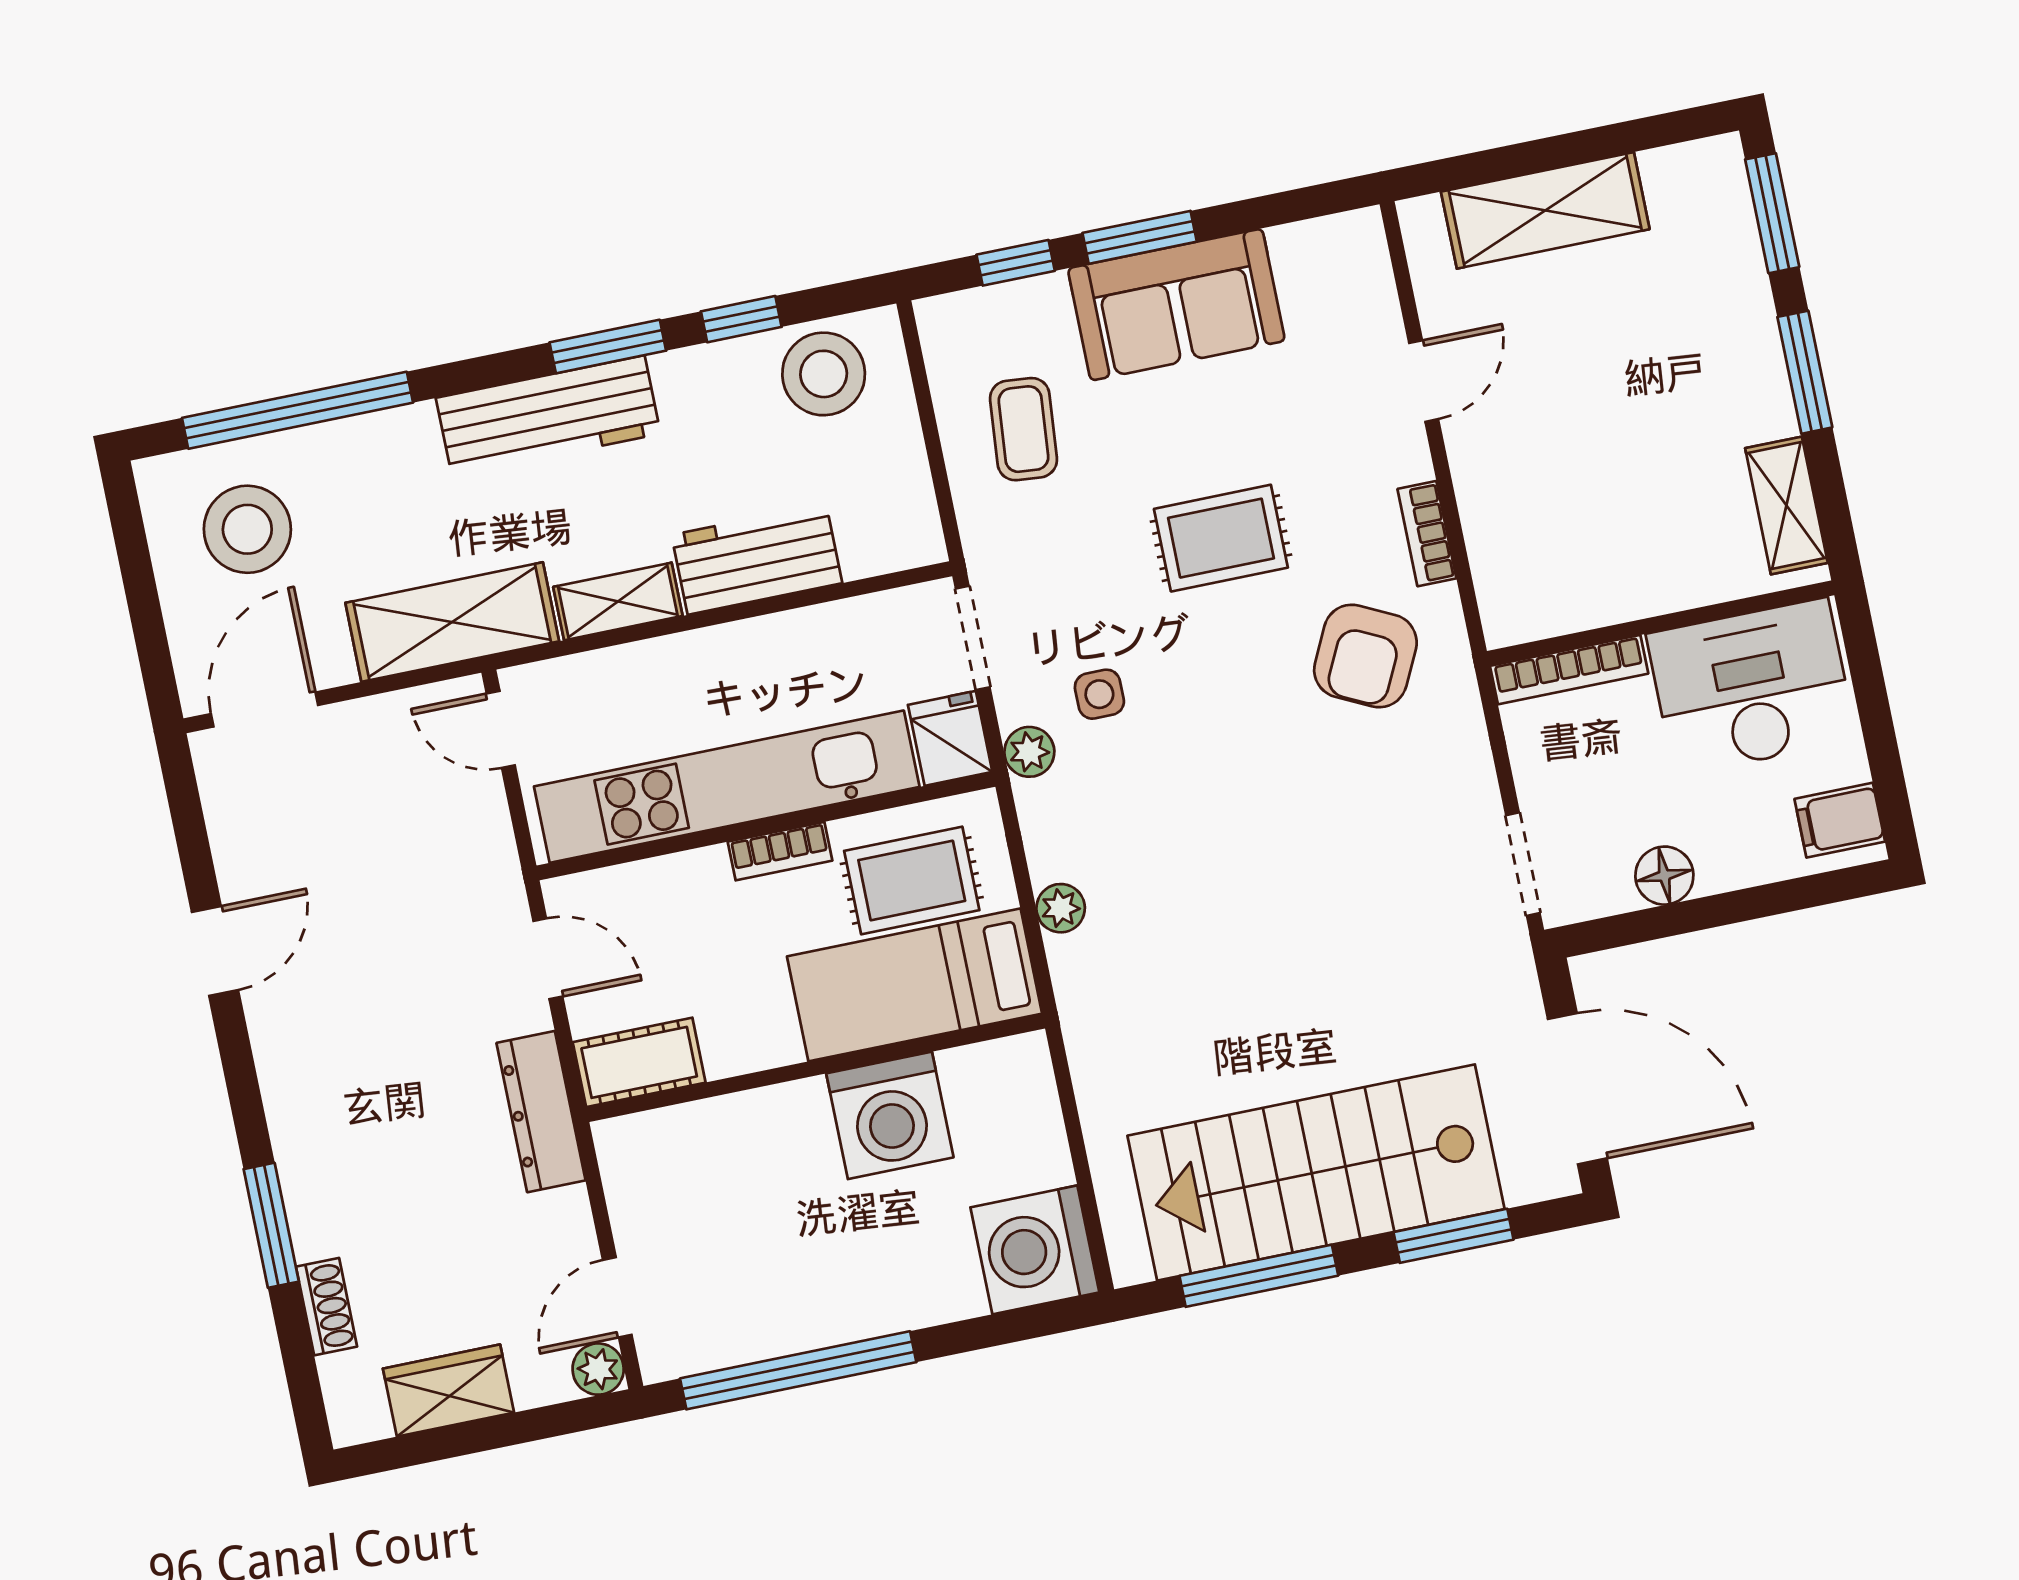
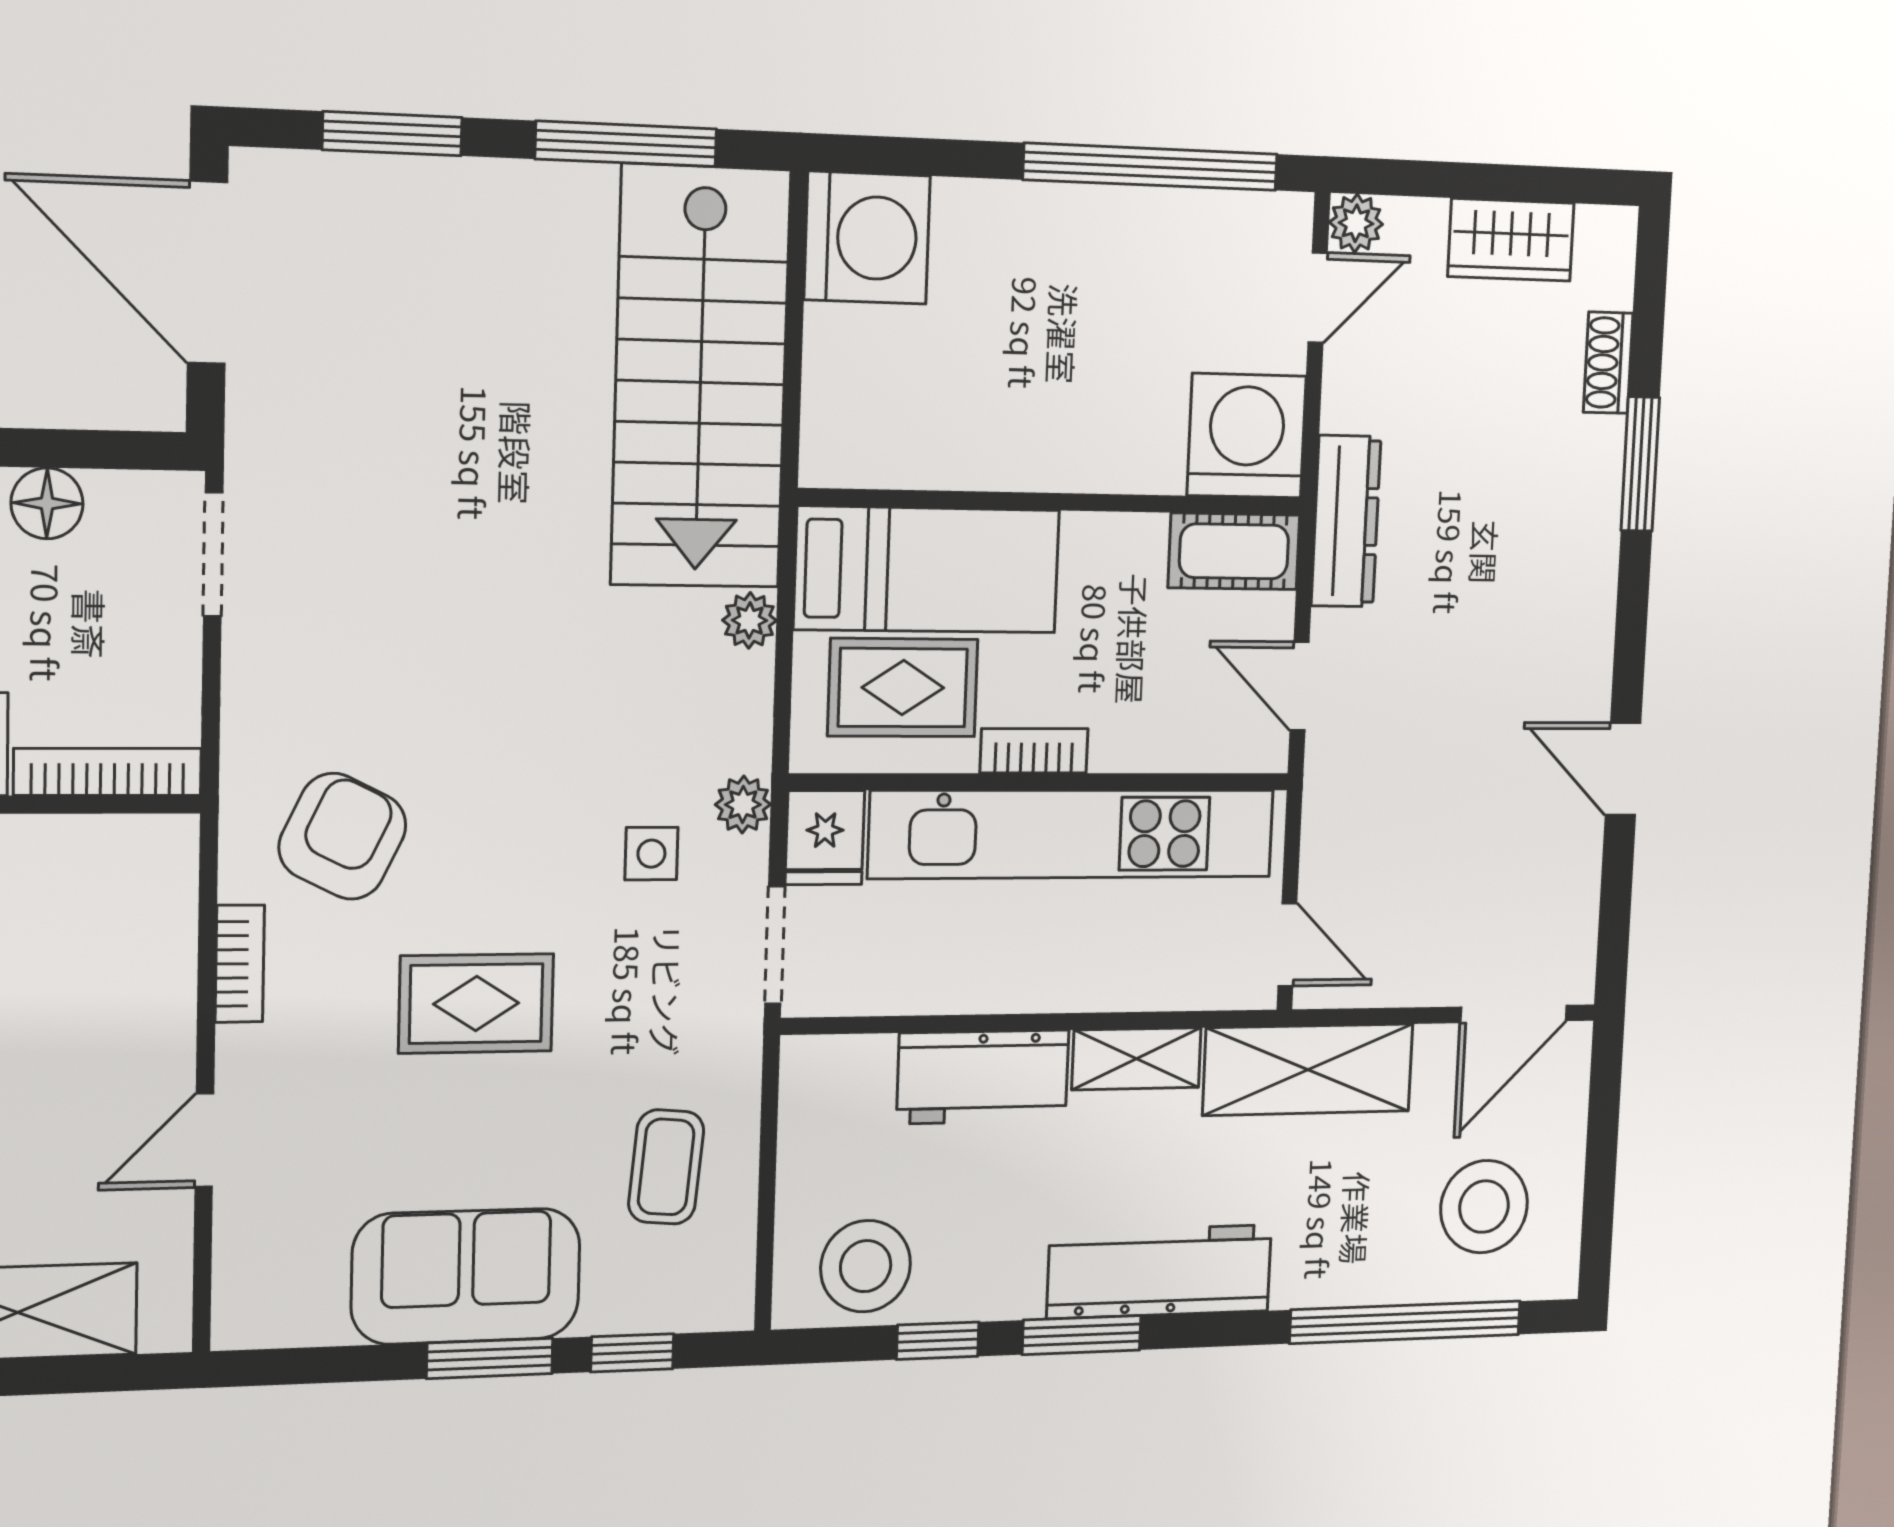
door: (215, 951) -> (1623, 769), hinge flipped
washing machine: (890, 1115) -> (1247, 436), moved
stairs: (1316, 1172) -> (700, 377), moved, turned 90

